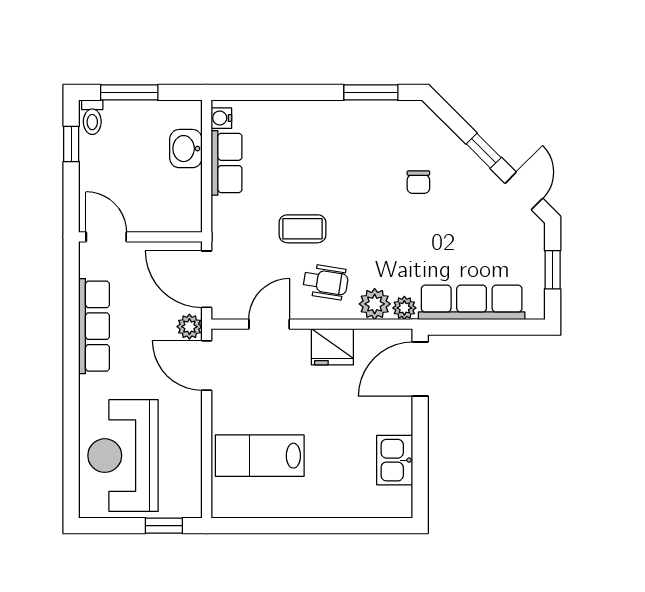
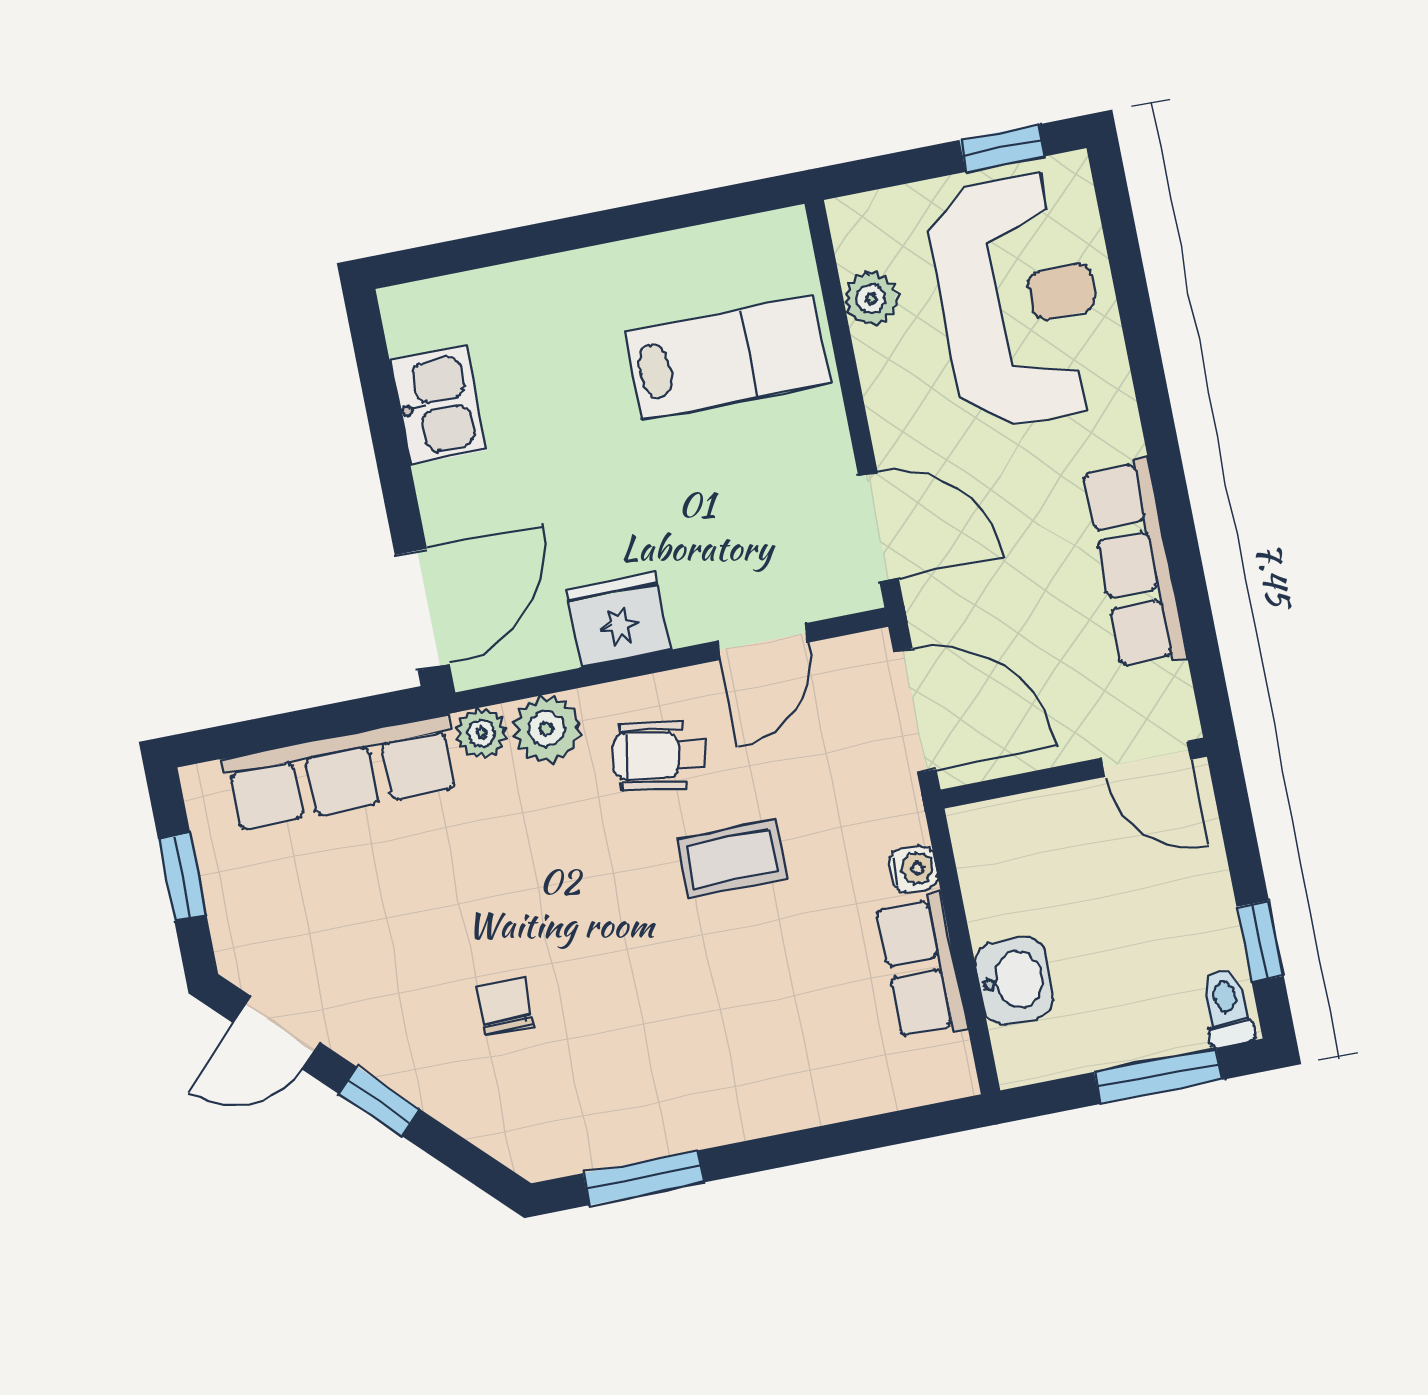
water cooler: (221, 118) -> (914, 869), moved
door: (524, 191) -> (277, 1033), hinge flipped
plant: (189, 327) -> (871, 298), moved
window: (164, 526) -> (1002, 148), moved

